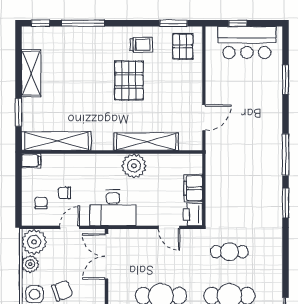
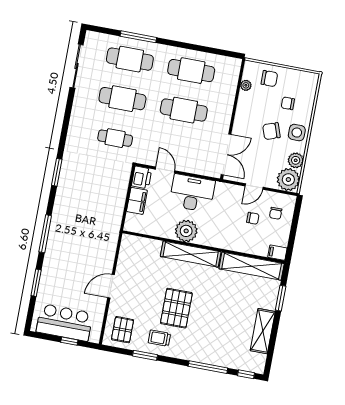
window: (174, 23) -> (145, 355), moved
door: (204, 118) -> (111, 286), moved
shelving: (146, 142) -> (191, 254), moved
window: (286, 155) -> (45, 234), moved
desk: (113, 208) -> (192, 193), moved

